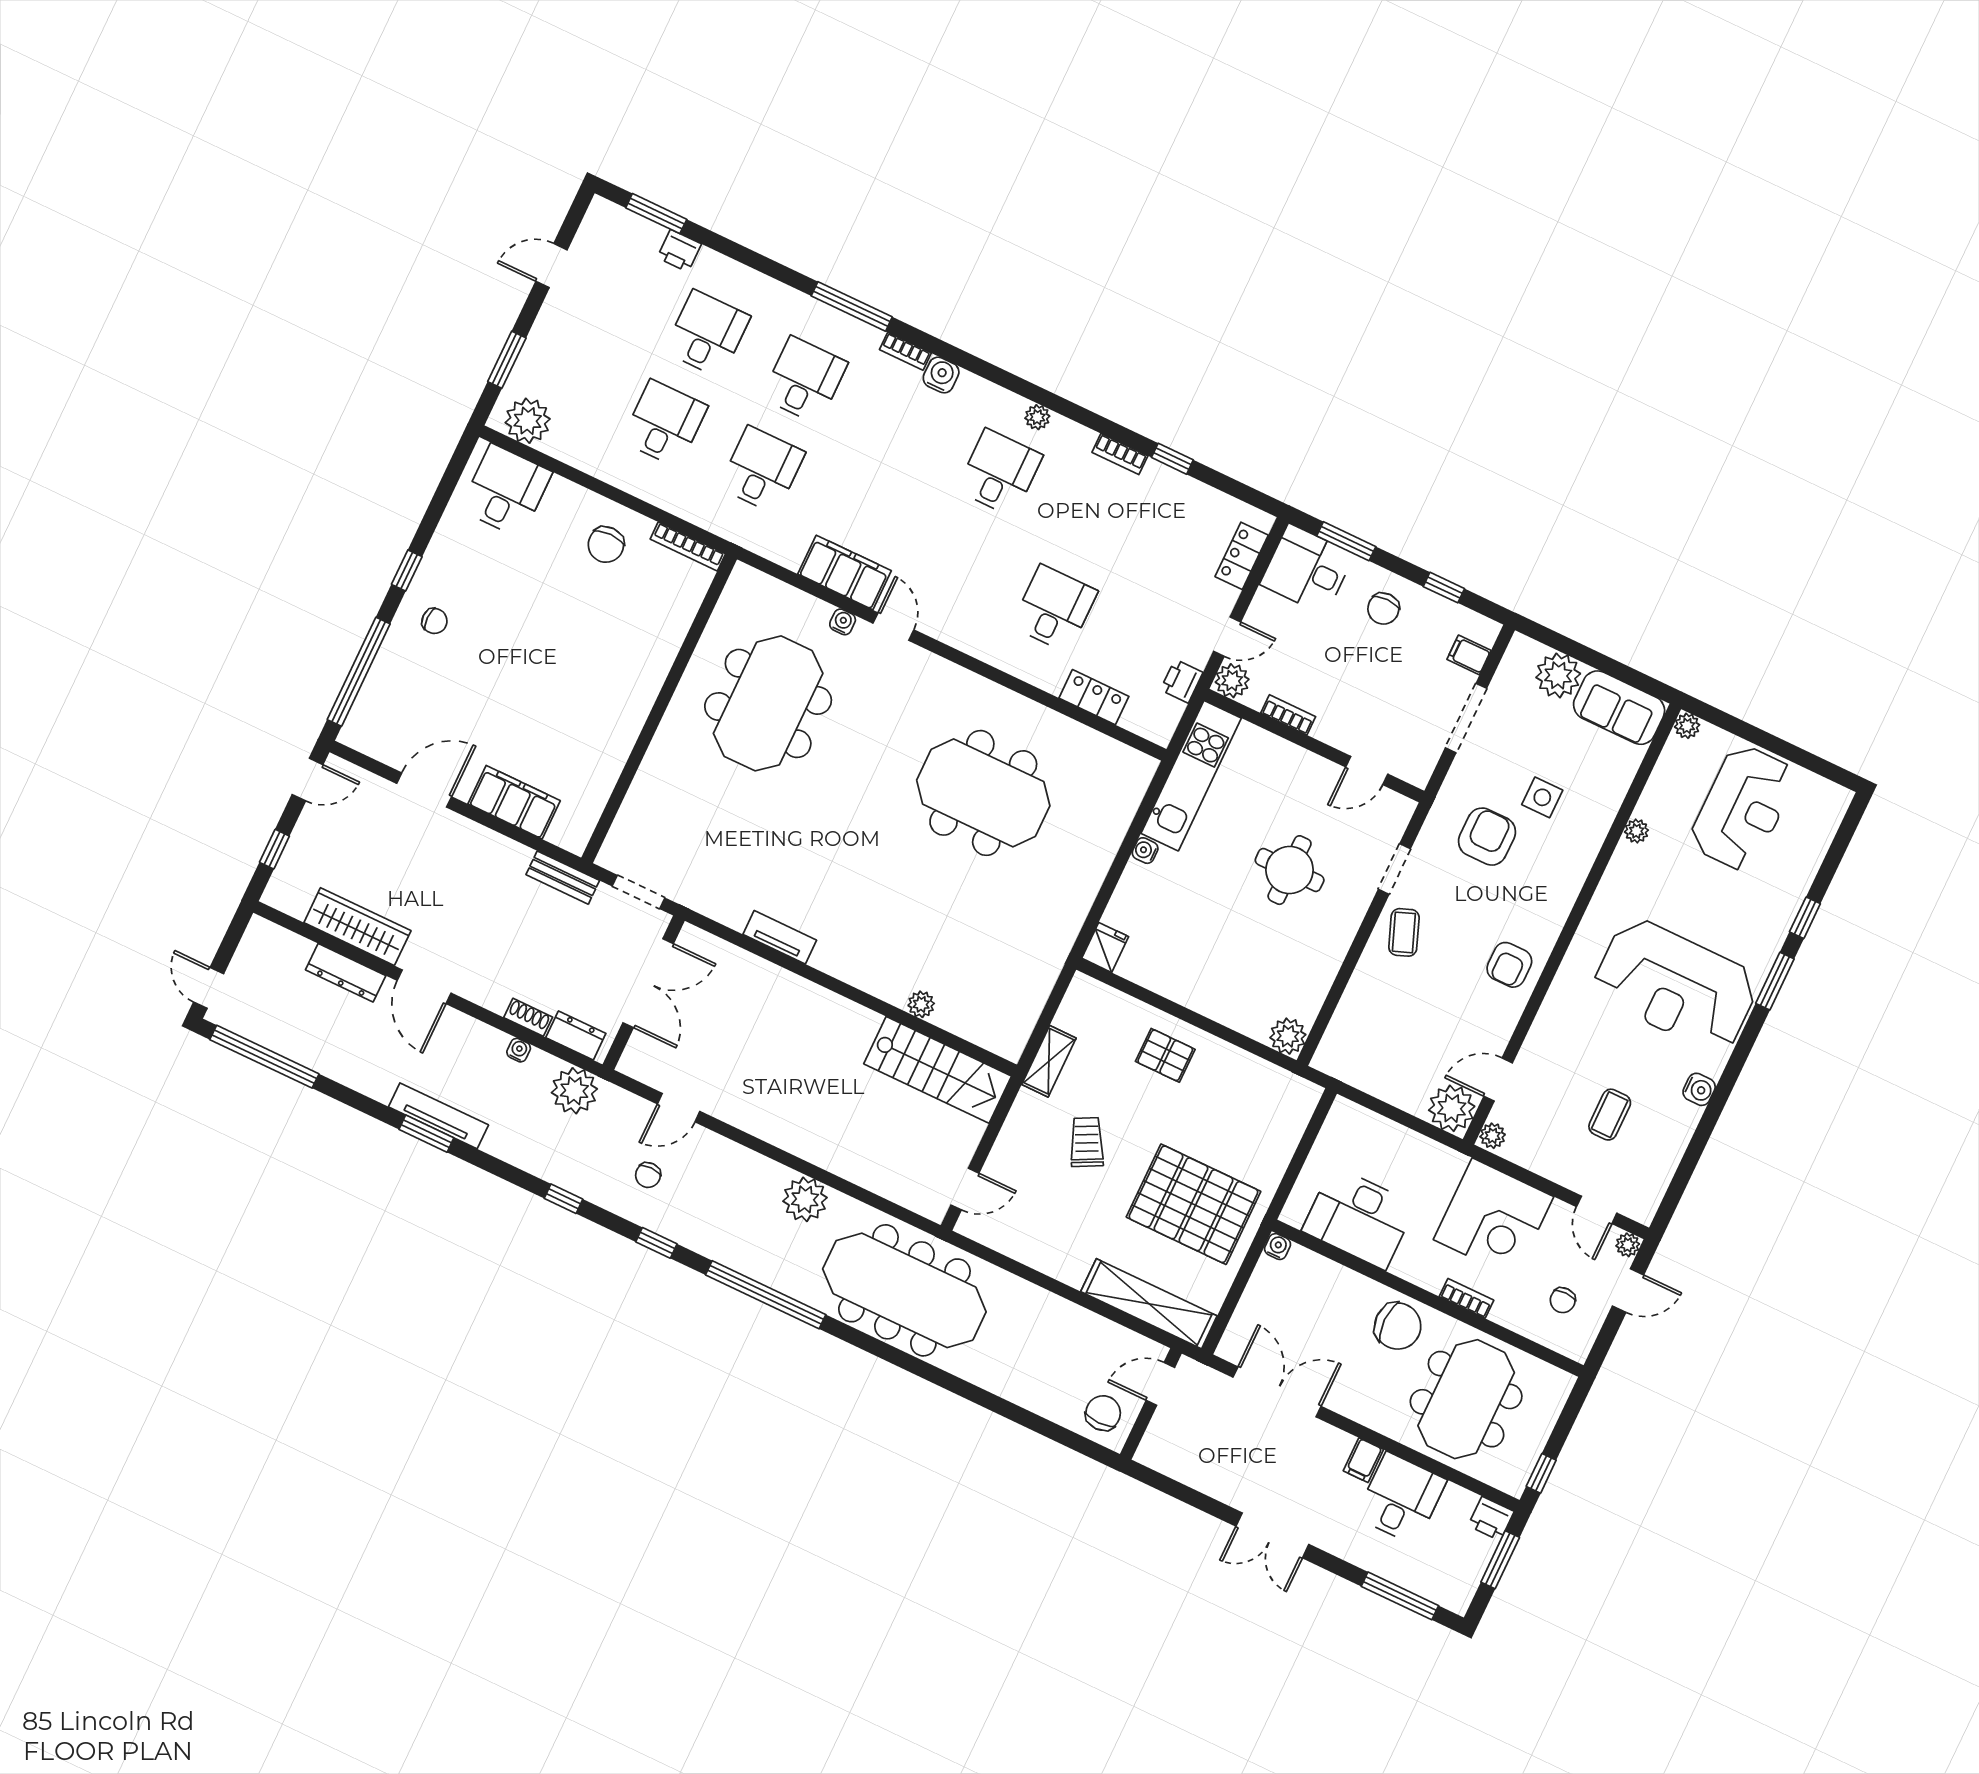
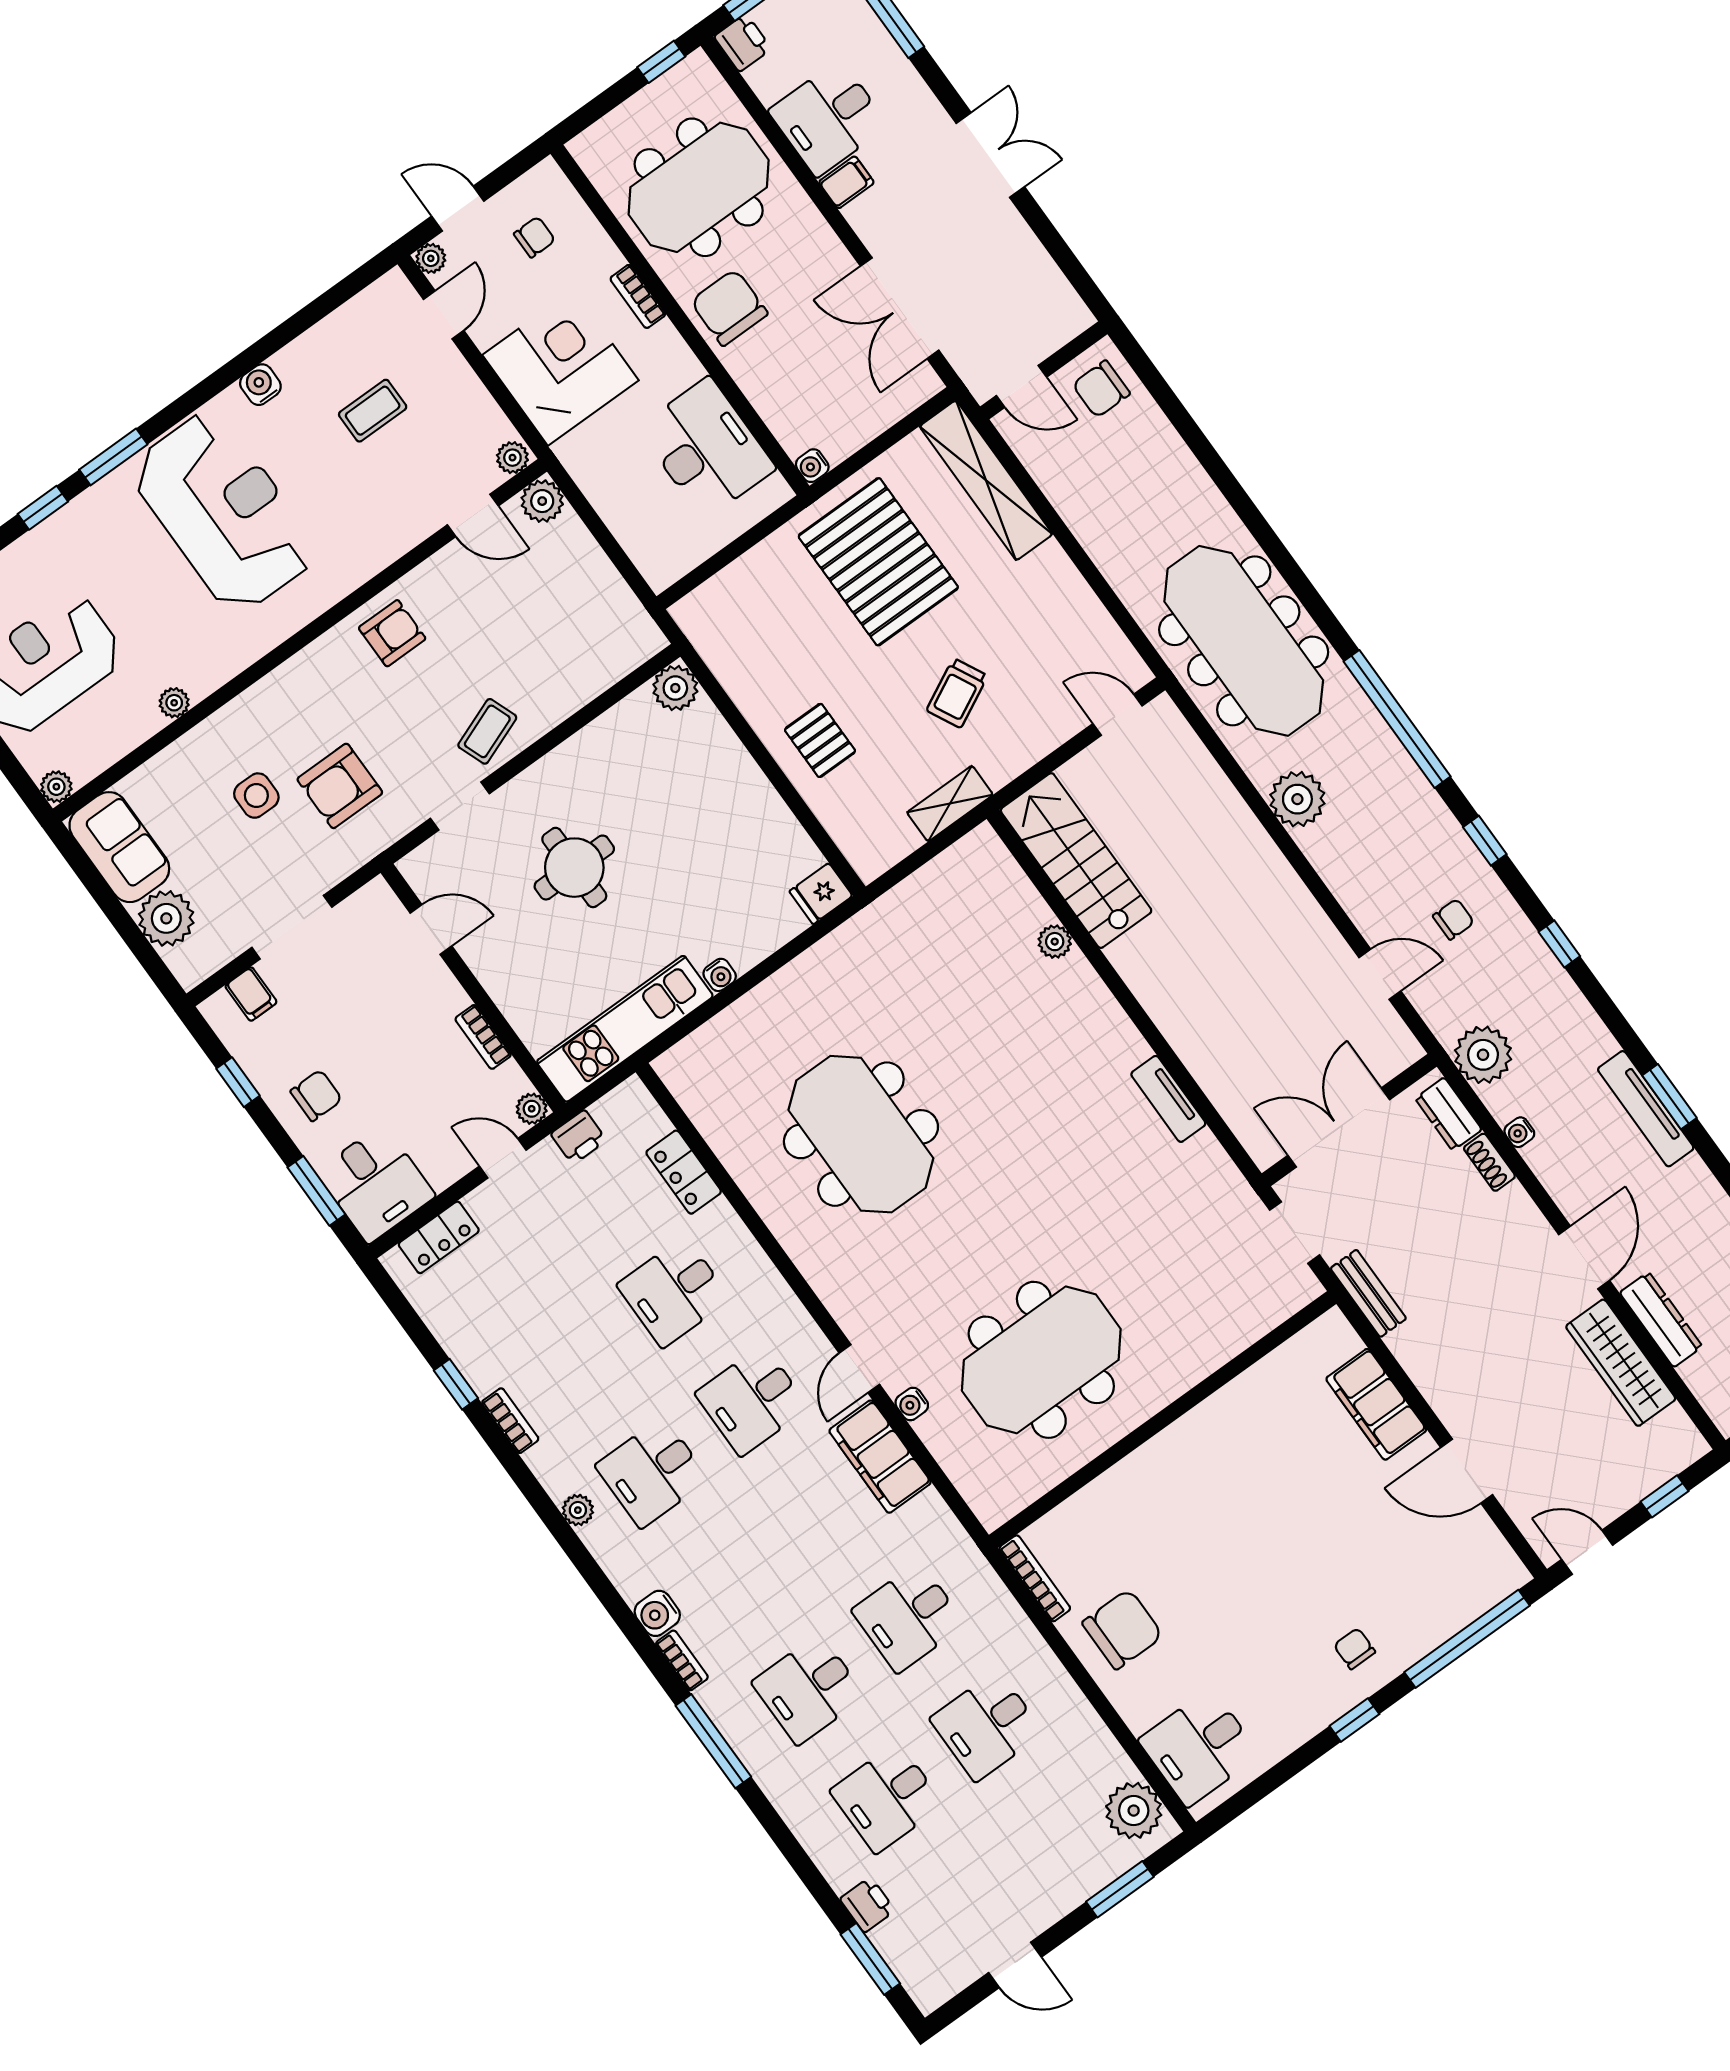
chair: (606, 545) -> (1123, 1629), width x1.37, depth x1.37
desk: (957, 562) -> (752, 1400), added
plant: (1232, 681) -> (532, 1109), width x0.73, depth x0.73
plant: (1452, 1108) -> (542, 501), width x0.73, depth x0.73

